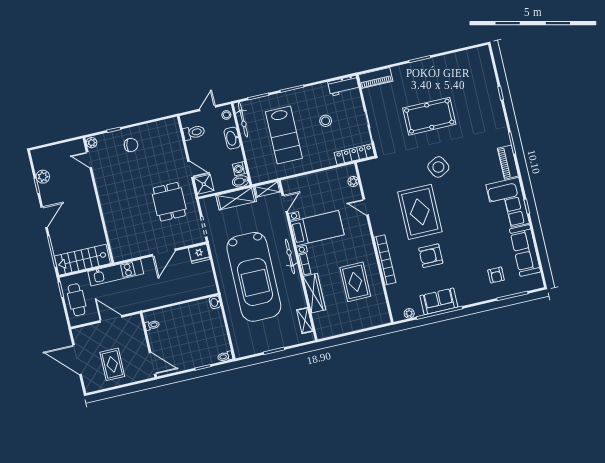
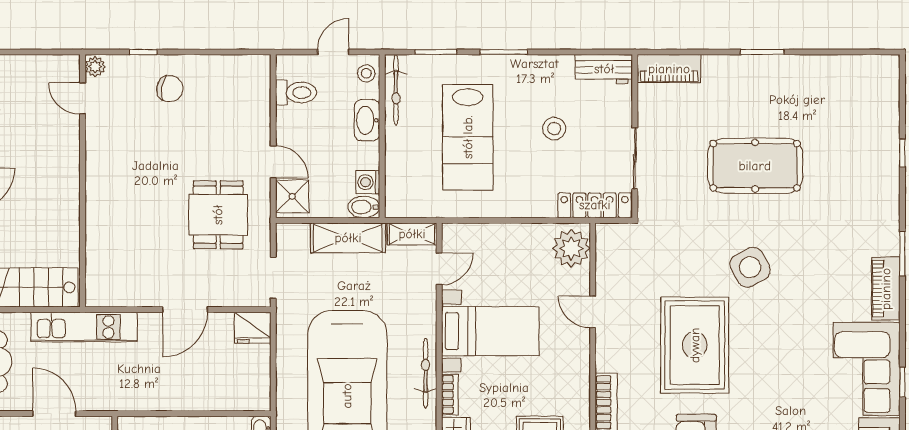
plant: (353, 181) -> (571, 248), width x1.88, depth x1.88

